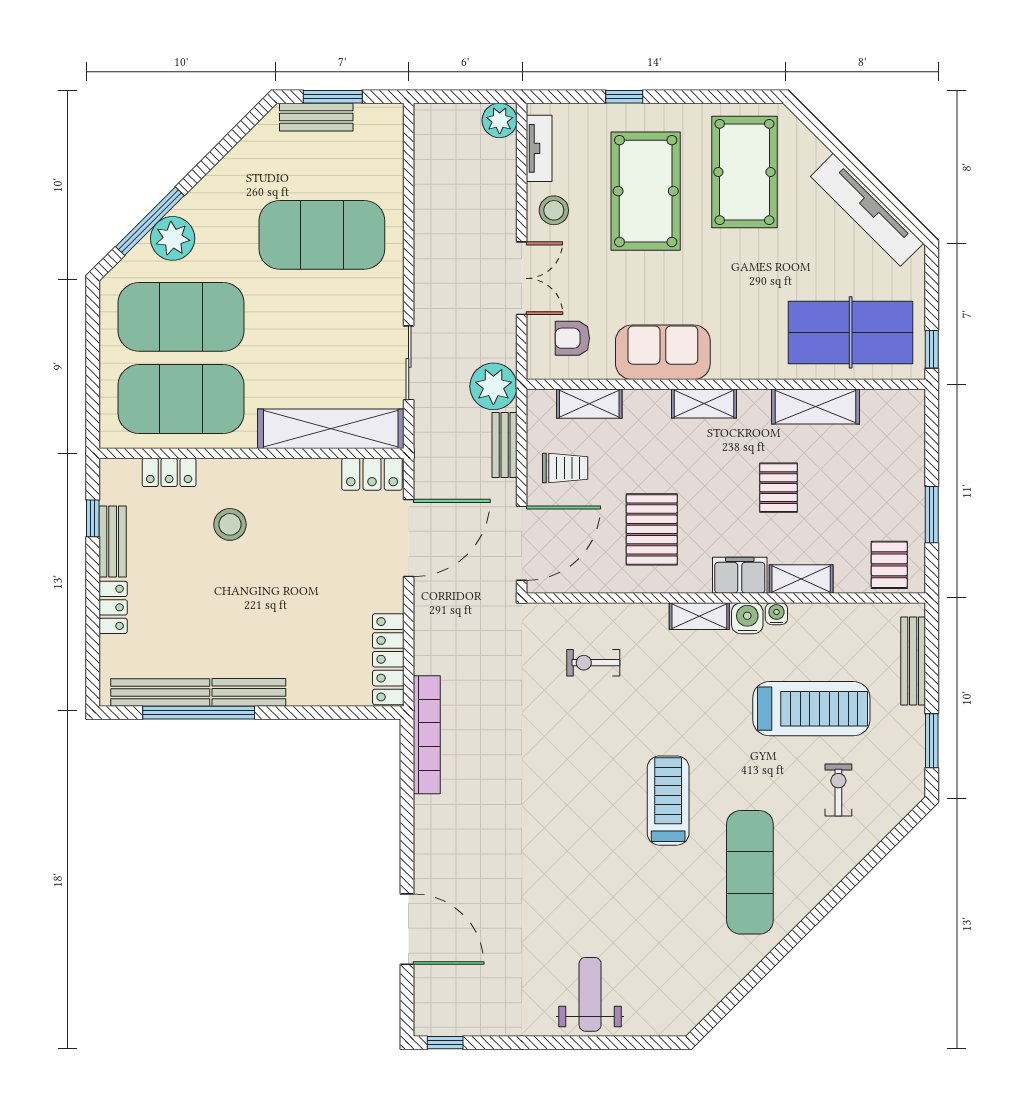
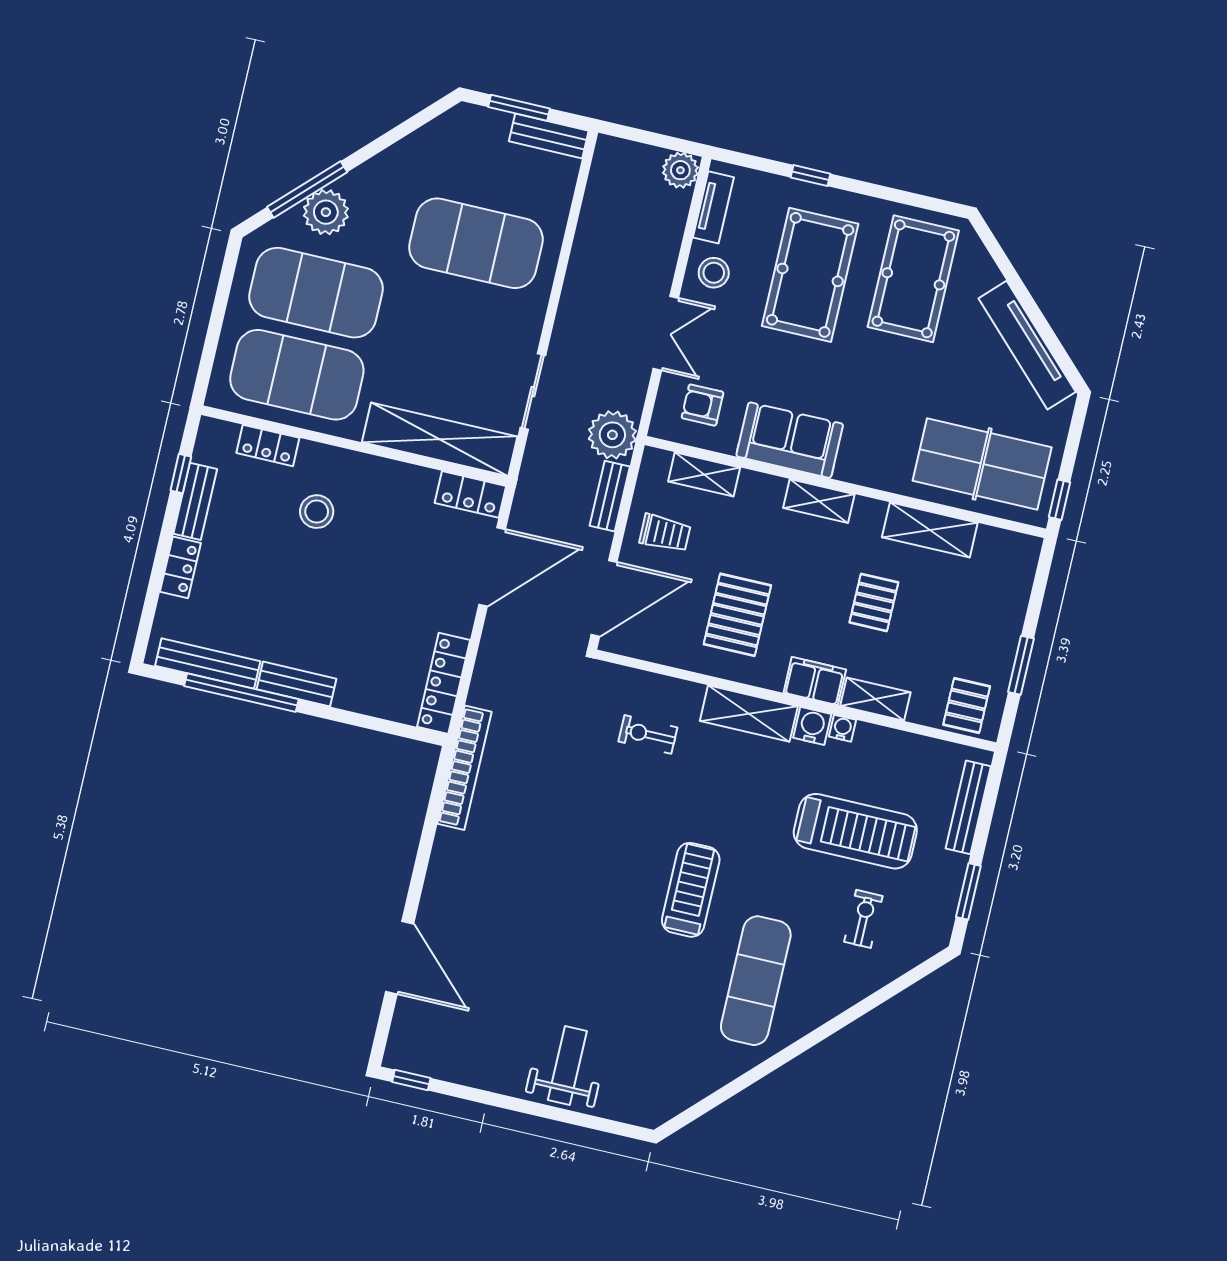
bench: (316, 117) -> (549, 136), moved
shelving: (699, 616) -> (749, 714), width x1.50, depth x1.33

